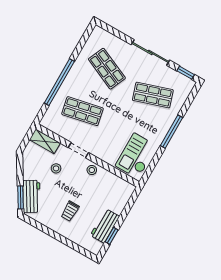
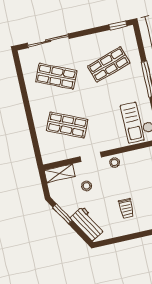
sliding door: (150, 52) -> (48, 41), moved
window: (59, 82) -> (30, 119), removed
shop shelf: (82, 111) -> (67, 125), turned 36
window: (20, 197) -> (62, 214), moved

